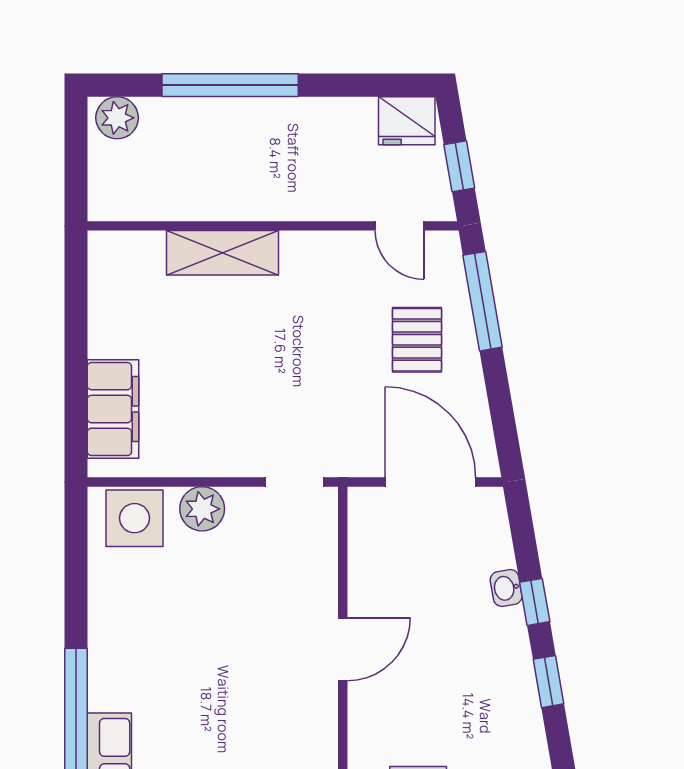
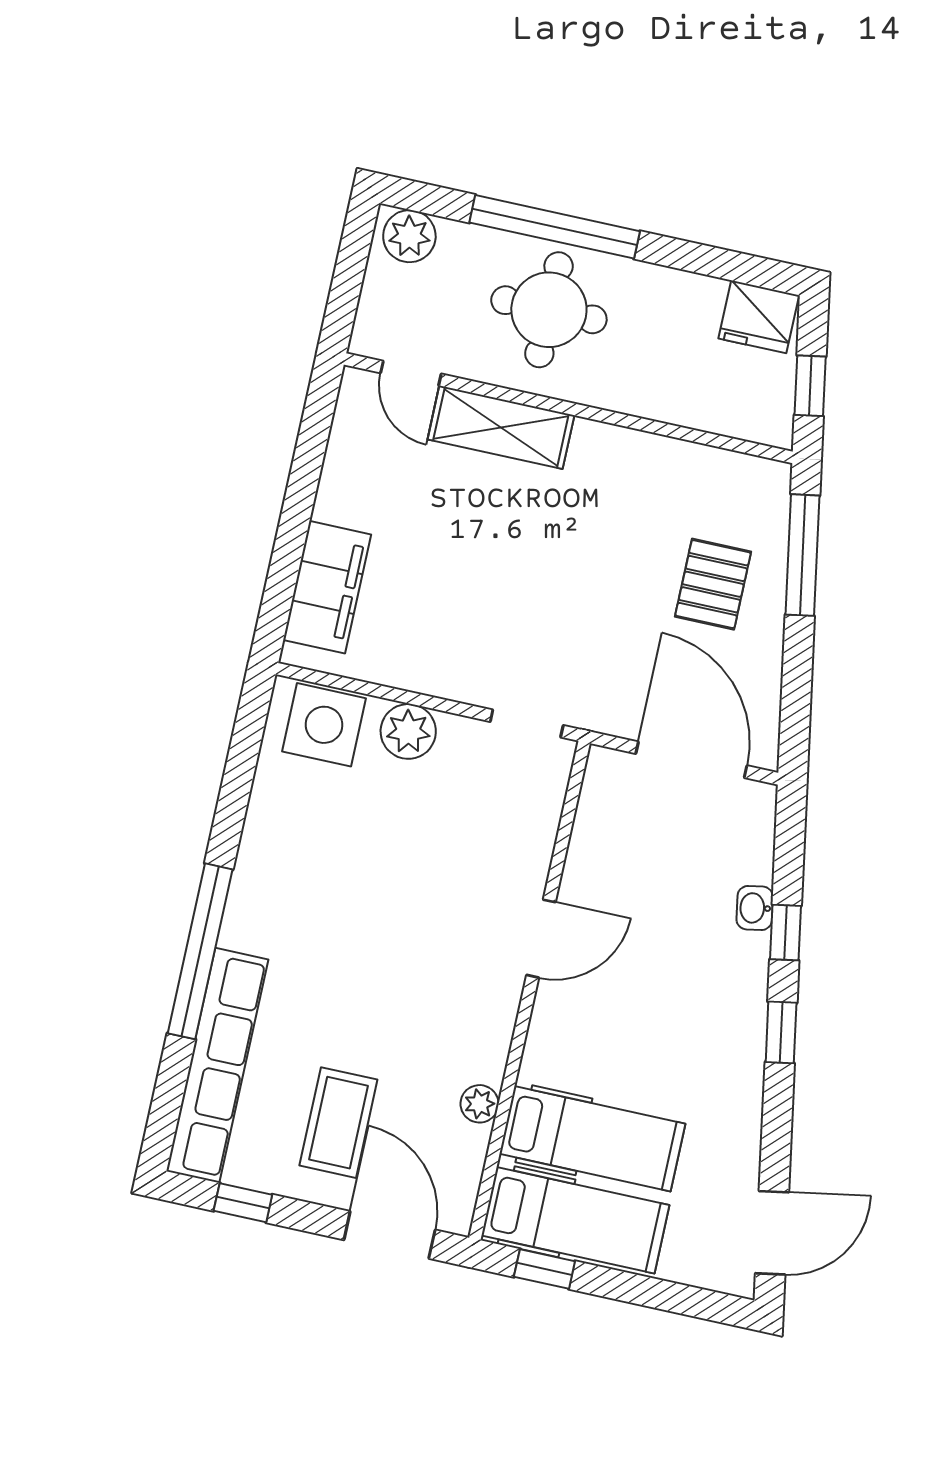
round table: (240, 152) -> (549, 310), added
door: (399, 226) -> (411, 373), moved

